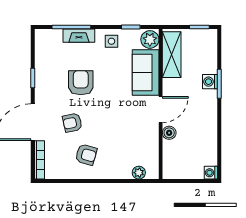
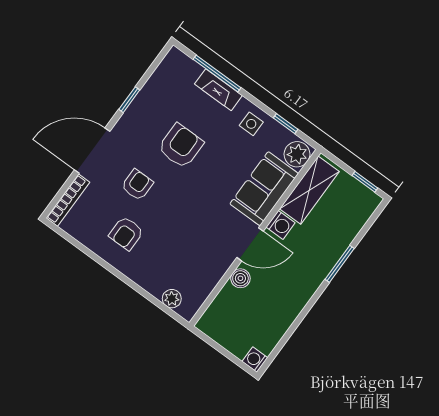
washing machine: (210, 82) -> (281, 225), moved, turned 180
armchair: (72, 123) -> (137, 185), turned 102
armchair: (86, 155) -> (126, 233), turned 74

